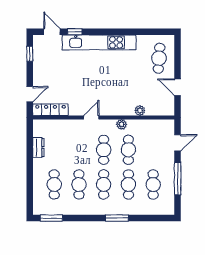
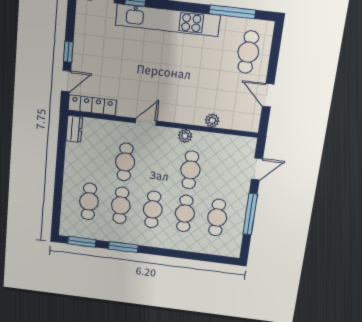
window: (144, 32) -> (232, 12), added
window: (30, 54) -> (68, 52), moved
dresser: (38, 148) -> (74, 129), moved
cafe table: (104, 150) -> (125, 162), moved
window: (117, 218) -> (123, 247), moved

